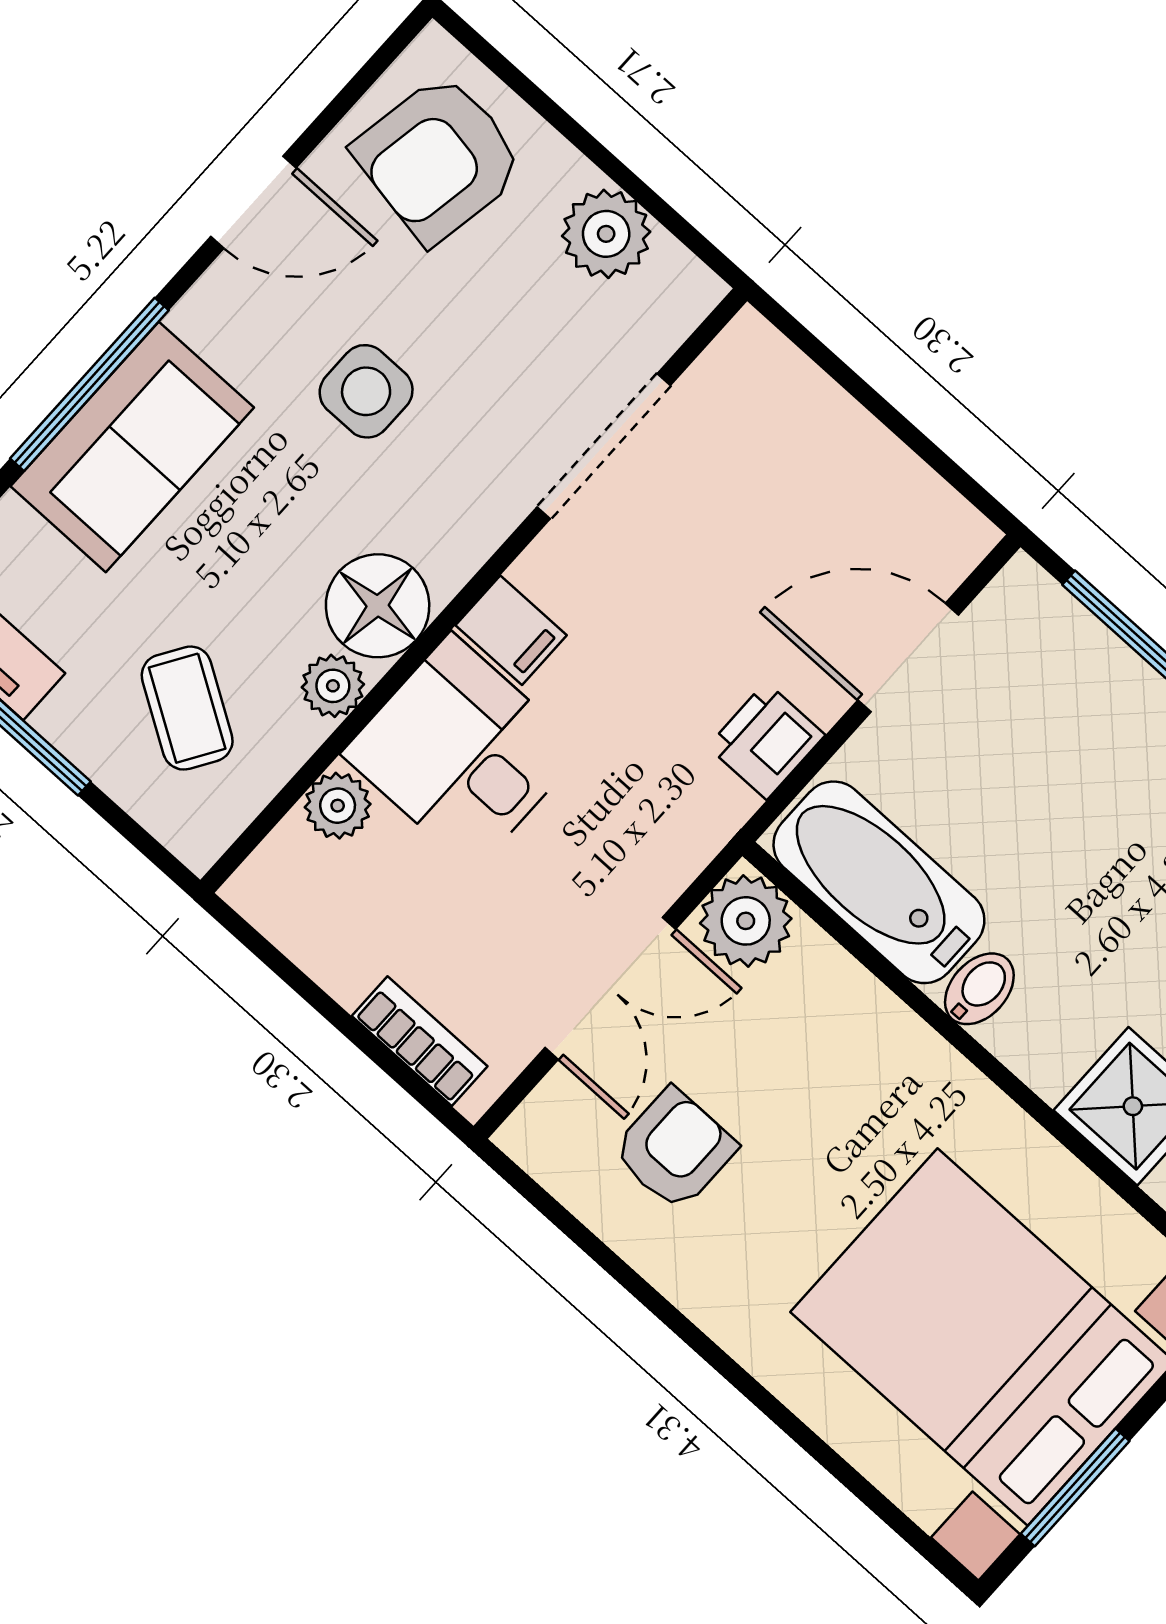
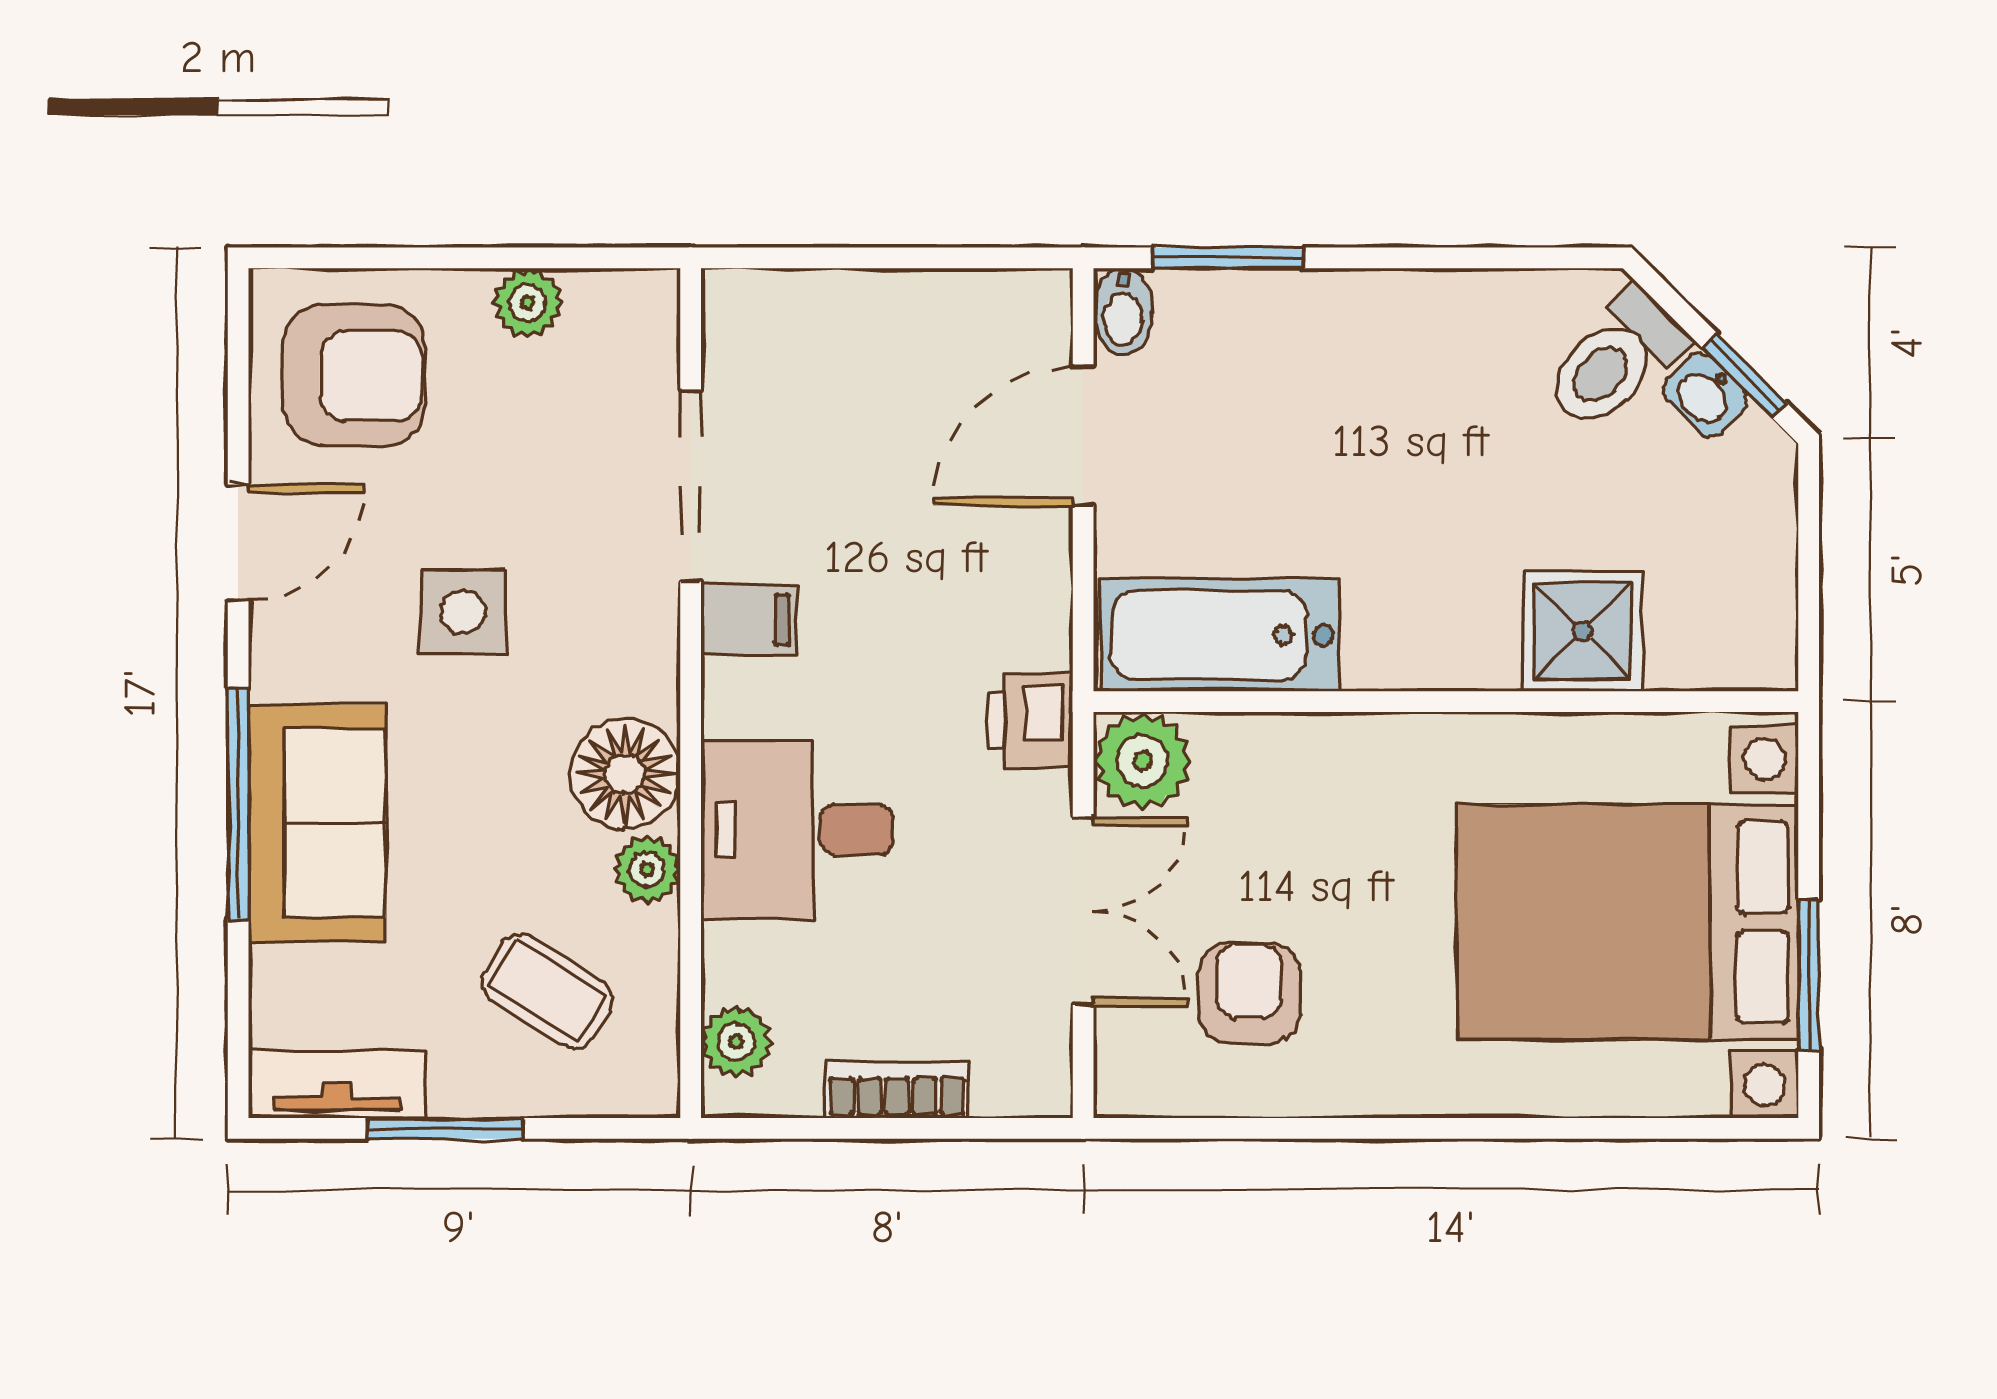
armchair: (439, 159) -> (354, 375), turned -100
plant: (606, 234) -> (528, 303), width x0.73, depth x0.73
filing cabinet: (511, 630) -> (749, 620), moved
printer: (766, 741) -> (1030, 721), moved
plant: (338, 806) -> (736, 1042), moved
bidet: (979, 989) -> (1123, 312), moved, turned 180
bookcase: (420, 1041) -> (897, 1089), moved

